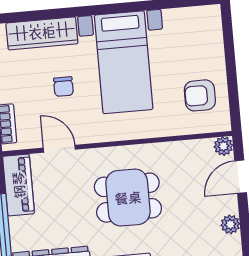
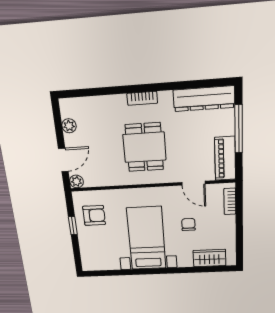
wardrobe: (42, 33) -> (209, 258), width x0.67
window: (232, 78) -> (73, 226), added
dining table: (128, 198) -> (144, 147), turned 90

